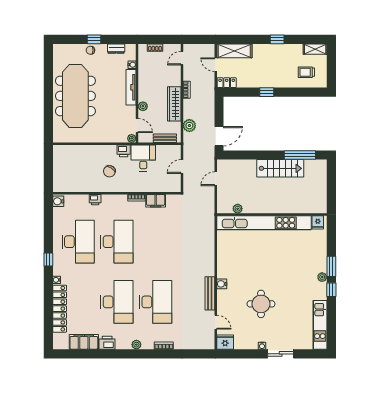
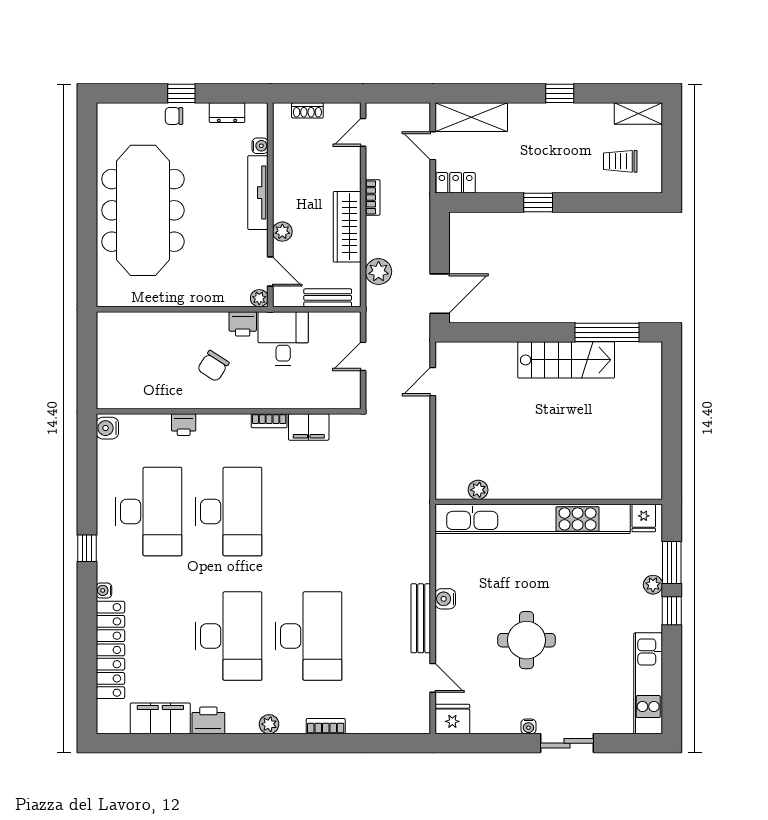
plant: (238, 209) -> (478, 490), moved
wall: (272, 215) -> (549, 502), moved
fridge: (318, 222) -> (644, 518), moved
kitchen unit: (264, 223) -> (533, 519), moved

